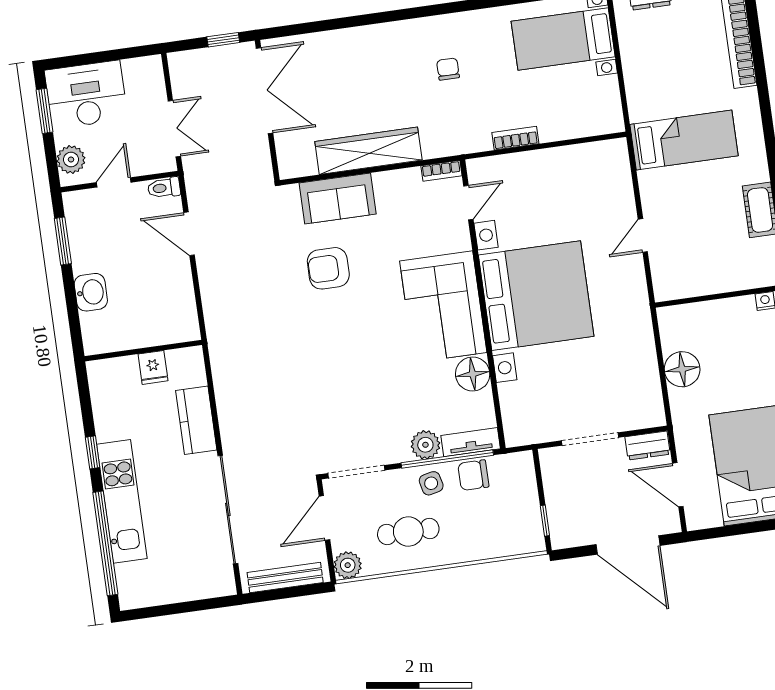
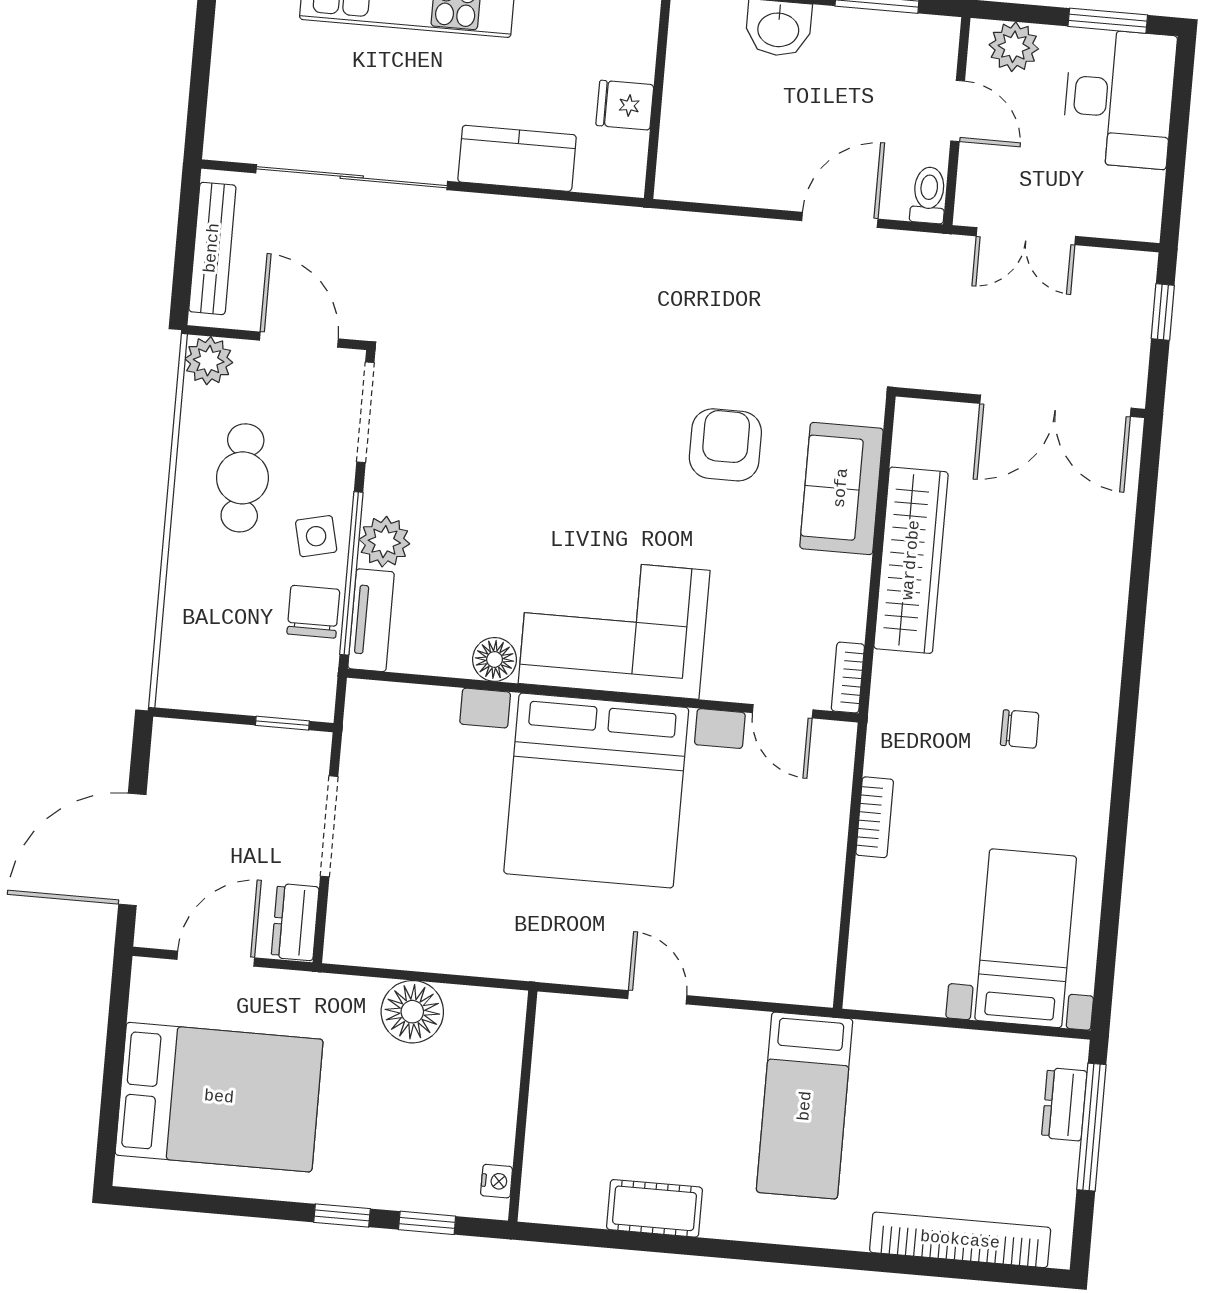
window: (223, 40) -> (1163, 312), moved
floor lamp: (473, 374) -> (495, 659), width x0.73, depth x0.73
window: (545, 521) -> (282, 723), moved

